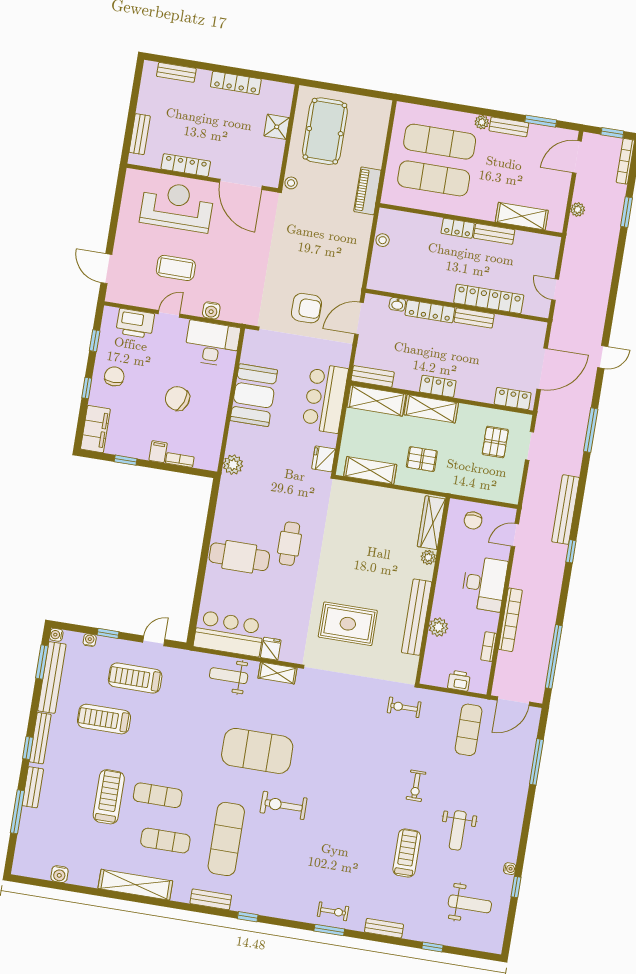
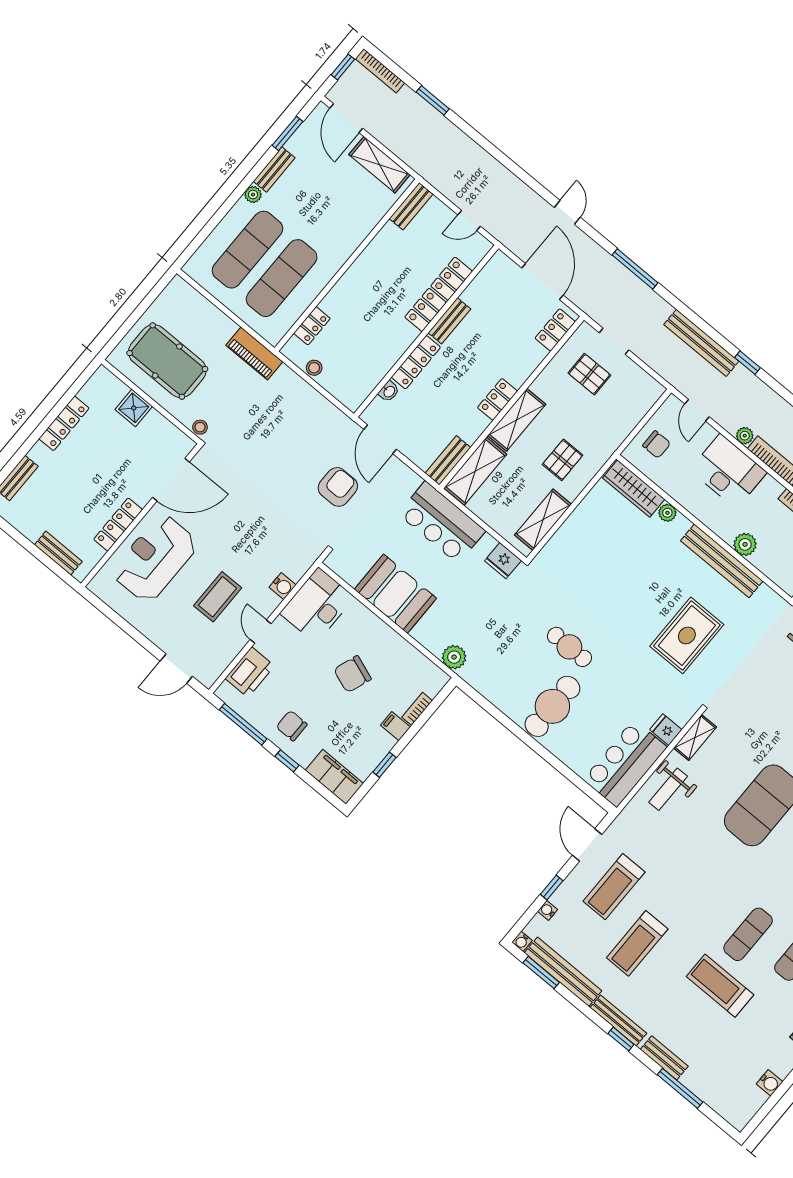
plant: (578, 210) -> (745, 436), moved
shelving: (522, 216) -> (379, 165), moved, turned 90
locker: (458, 228) -> (312, 326), moved
bench: (494, 234) -> (411, 206), moved
window: (95, 341) -> (243, 724), width x2.17
door: (154, 641) -> (587, 845), width x1.38

